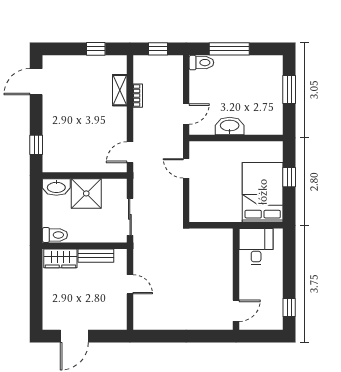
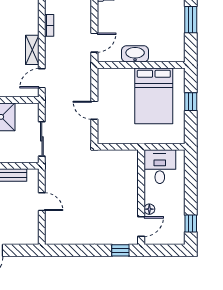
shelving: (120, 90) -> (32, 50), moved
door: (186, 168) -> (94, 110), moved
bed: (263, 192) -> (154, 96), moved, turned 180
floor lamp: (245, 292) -> (149, 209), added
window: (214, 336) -> (120, 250), added

